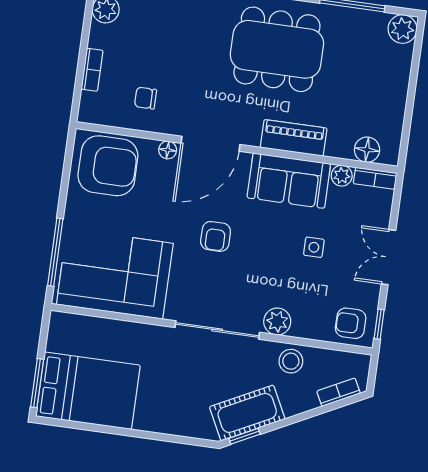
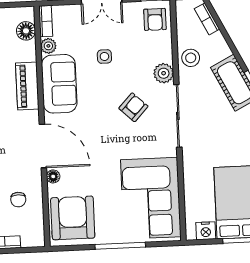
armchair: (216, 236) -> (133, 107), moved, turned -47
window: (55, 252) -> (120, 246), moved
nightstand: (58, 339) -> (206, 231), added

